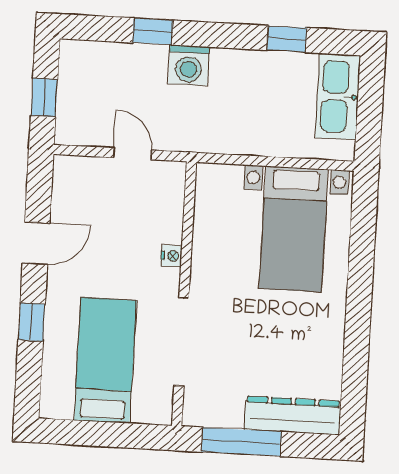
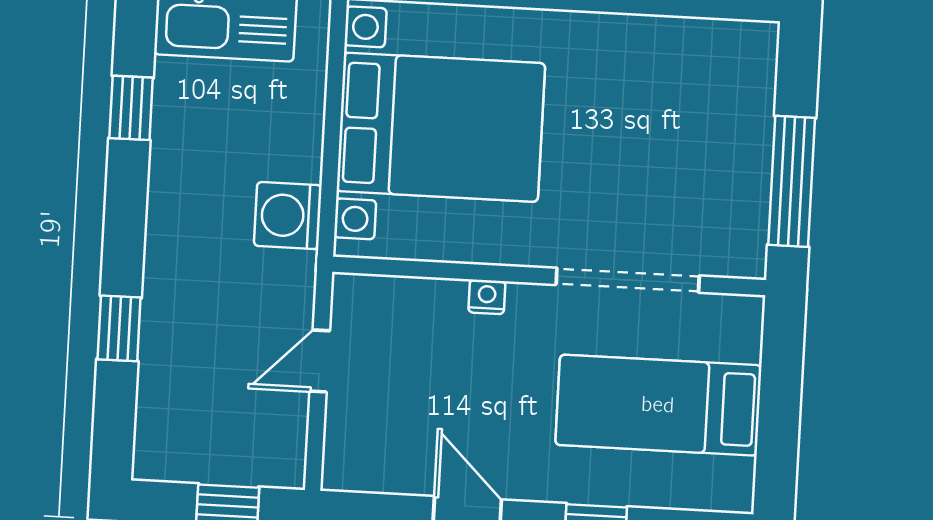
washing machine: (189, 65) -> (288, 216), moved, turned 180
bed with nightstands: (294, 229) -> (441, 127), width x1.36
dresser: (293, 415) -> (748, 98), removed

